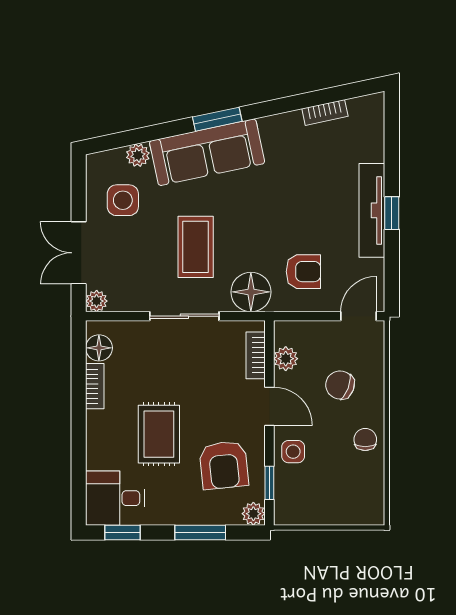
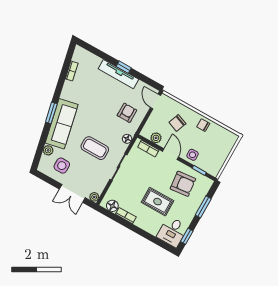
floor lamp: (251, 292) -> (127, 139), width x0.53, depth x0.53
door: (269, 406) -> (170, 154), hinge flipped
plant: (253, 514) -> (207, 183), removed

